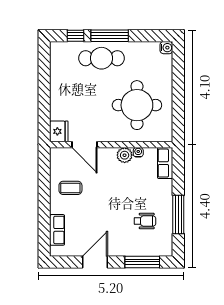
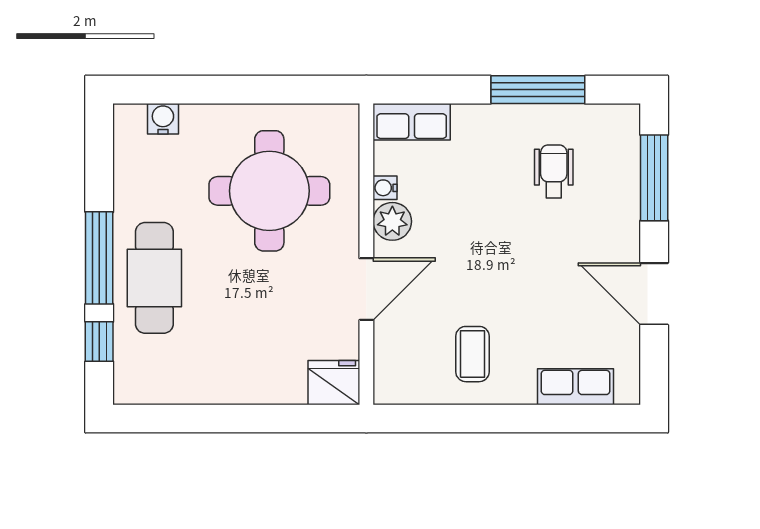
water cooler: (166, 48) -> (163, 119), moved
door: (85, 145) -> (366, 289), moved

